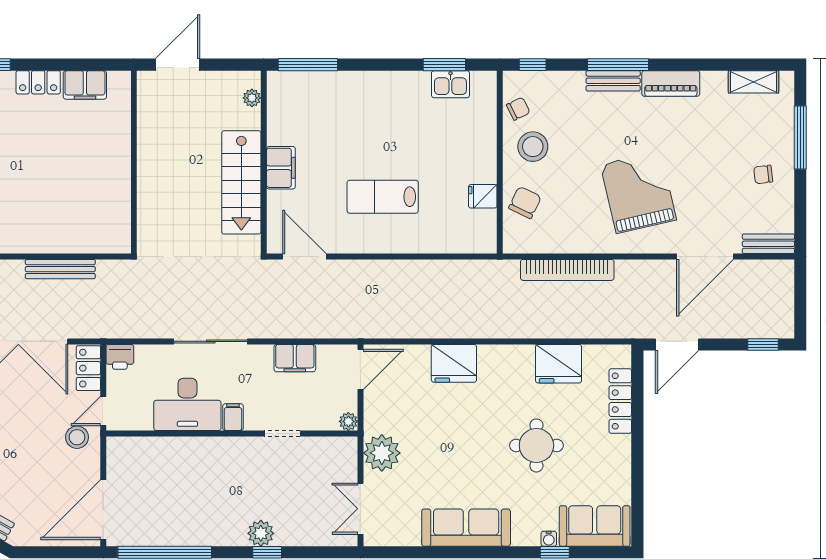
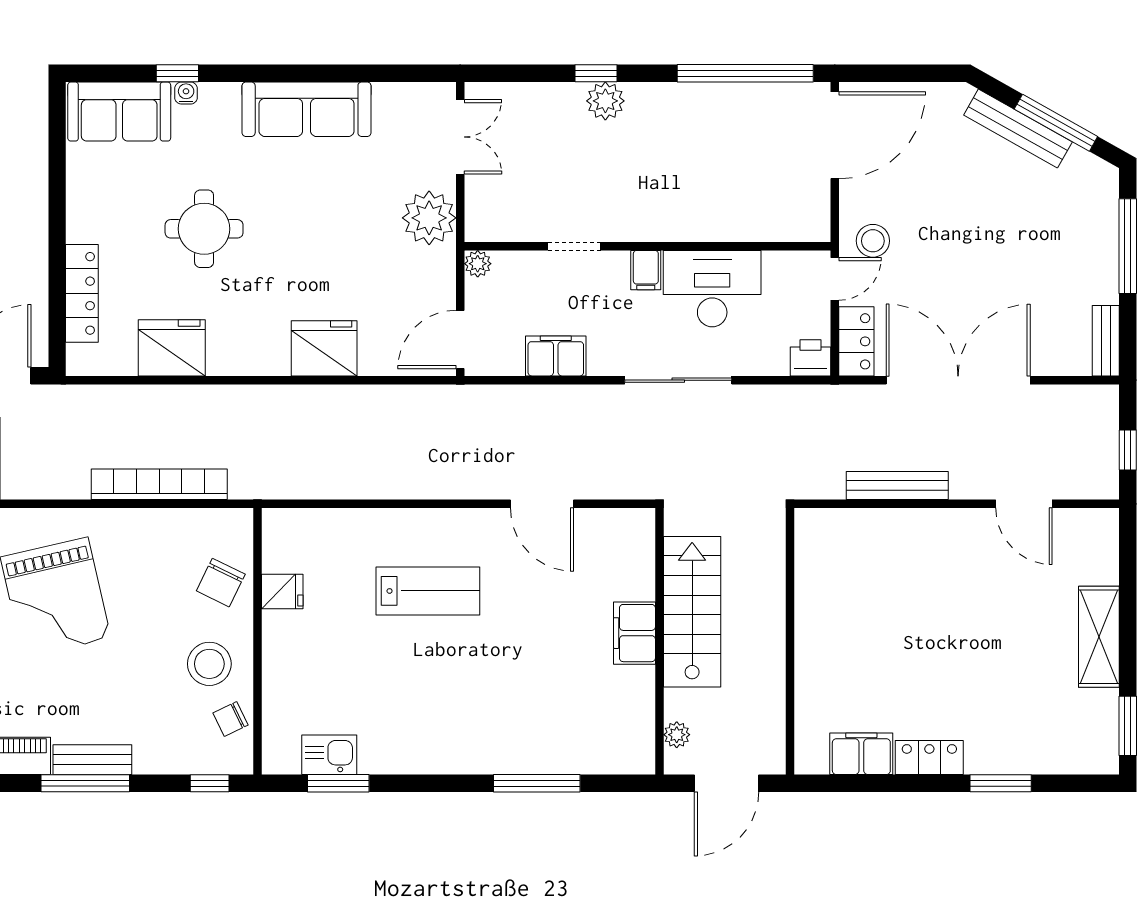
plant: (252, 98) -> (677, 735), moved
wall: (264, 162) -> (659, 641), moved
filing cabinet: (281, 168) -> (635, 633), moved
stairs: (241, 182) -> (692, 612), moved

